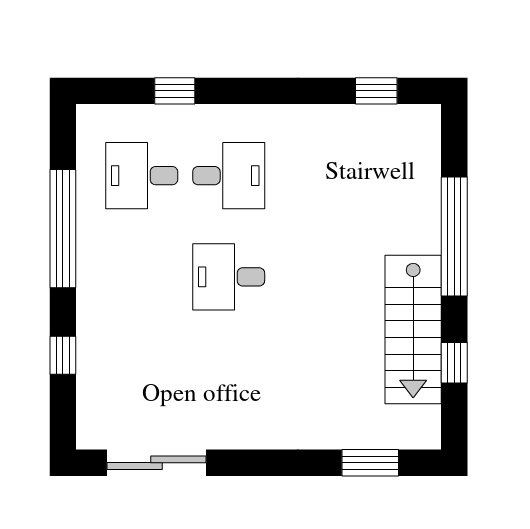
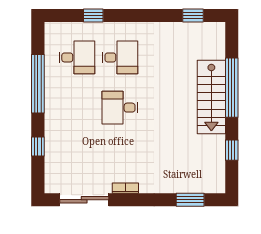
desk: (142, 176) -> (77, 57), turned 180
stairs: (413, 329) -> (211, 97), moved
bookcase: (240, 439) -> (125, 188), added

